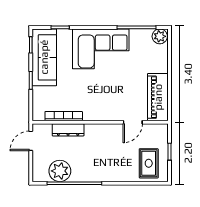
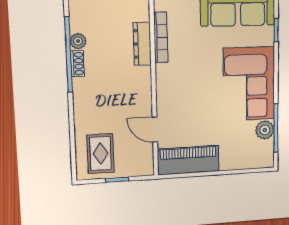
plant: (160, 36) -> (265, 130), moved
rug: (149, 163) -> (100, 154), turned 90
plant: (60, 171) -> (78, 41), width x0.53, depth x0.53
shoe rack: (81, 177) -> (77, 64), added

